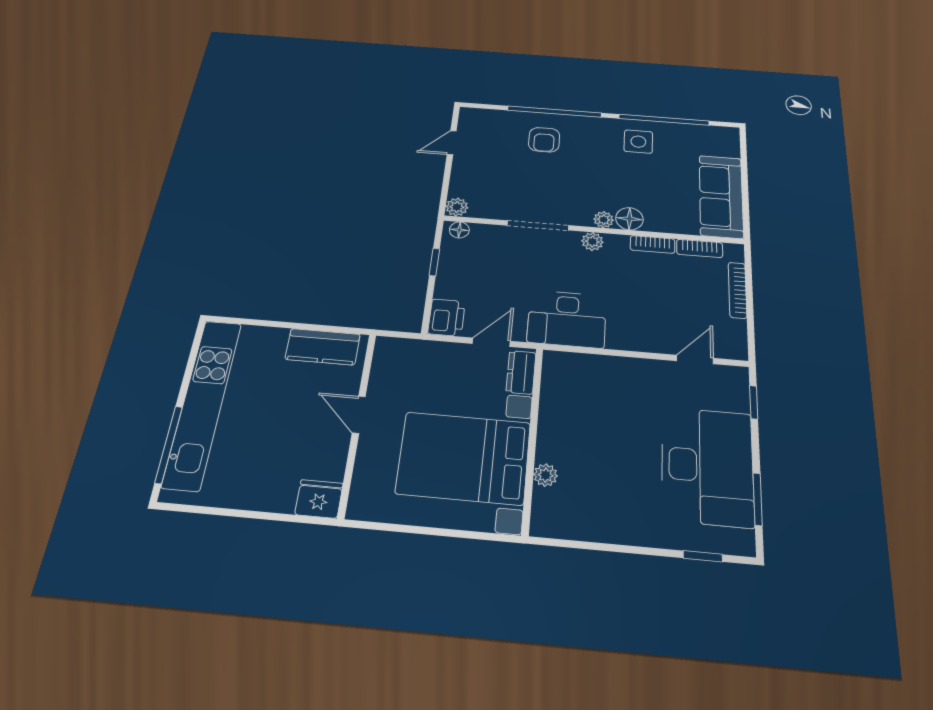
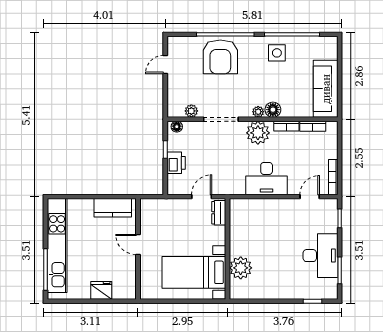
armchair: (544, 140) -> (220, 57), width x1.88, depth x1.88
plant: (457, 207) -> (191, 111), moved
plant: (592, 242) -> (258, 133), width x1.88, depth x1.88
bookcase: (737, 290) -> (333, 177), moved
printer: (447, 318) -> (176, 163), moved
desk: (567, 319) -> (267, 179), moved
bed with nightstands: (464, 458) -> (194, 272), width x0.73
desk: (707, 466) -> (320, 256), width x0.73, depth x0.77
plant: (546, 475) -> (241, 268), width x1.88, depth x1.88
fridge: (319, 499) -> (101, 290), moved

